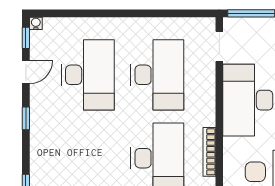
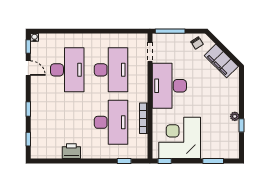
door: (26, 72) -> (28, 68), hinge flipped
window: (26, 118) -> (28, 109), moved

